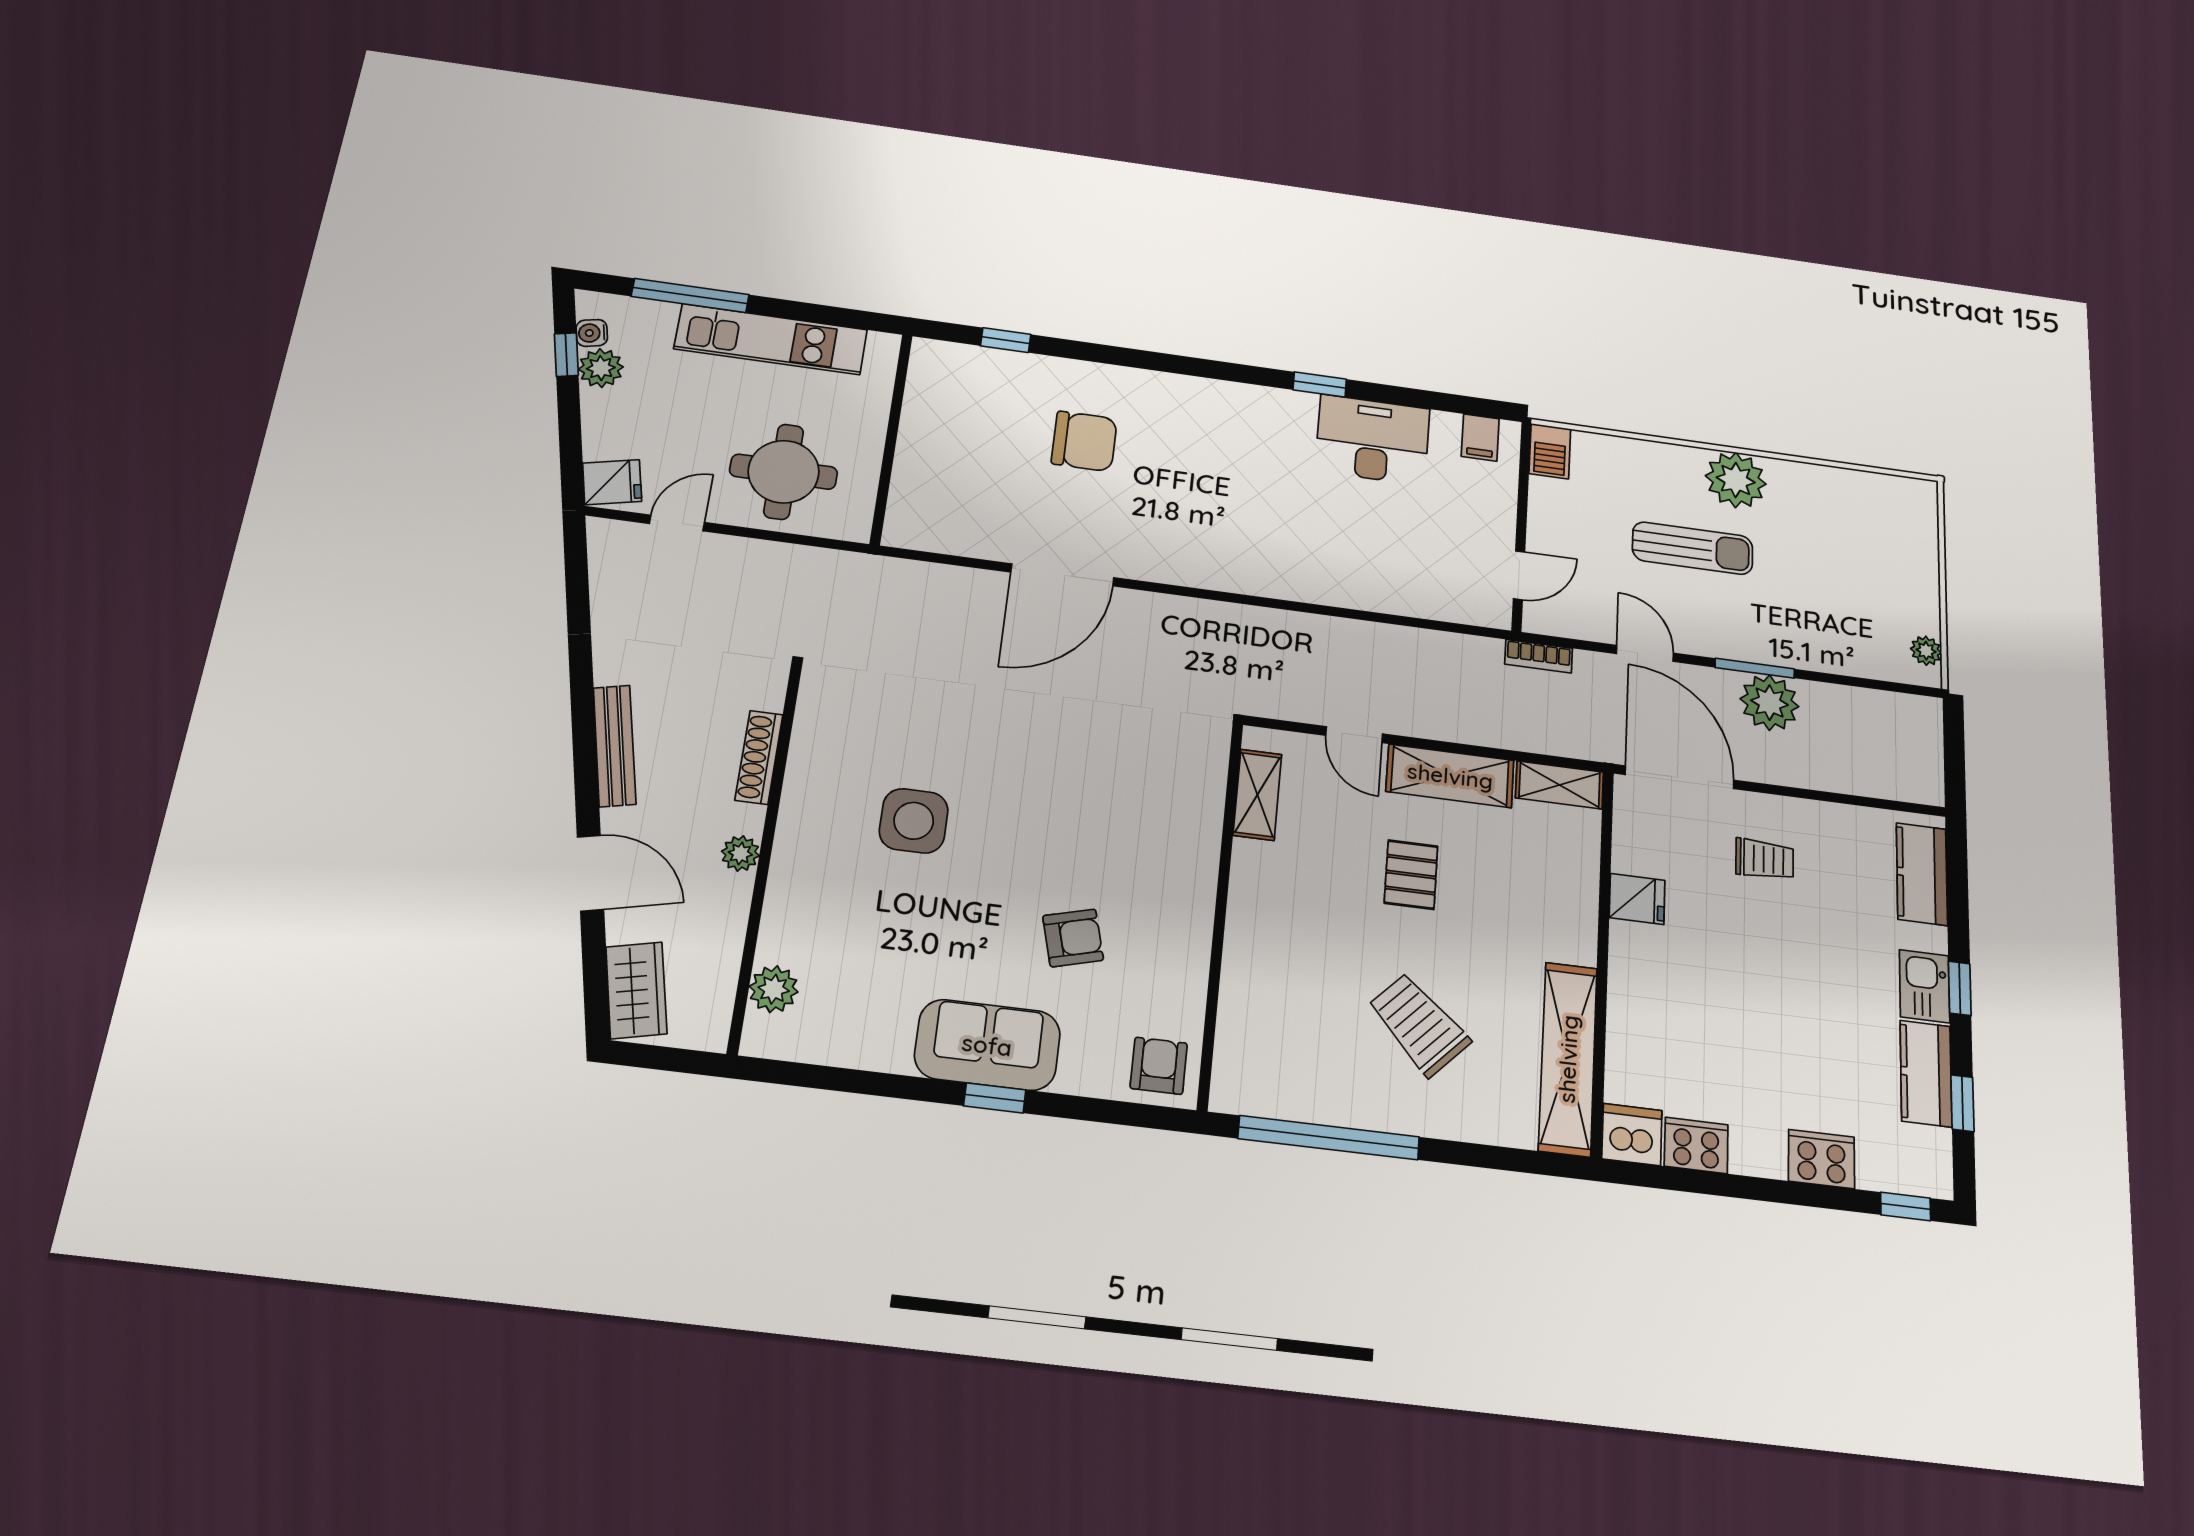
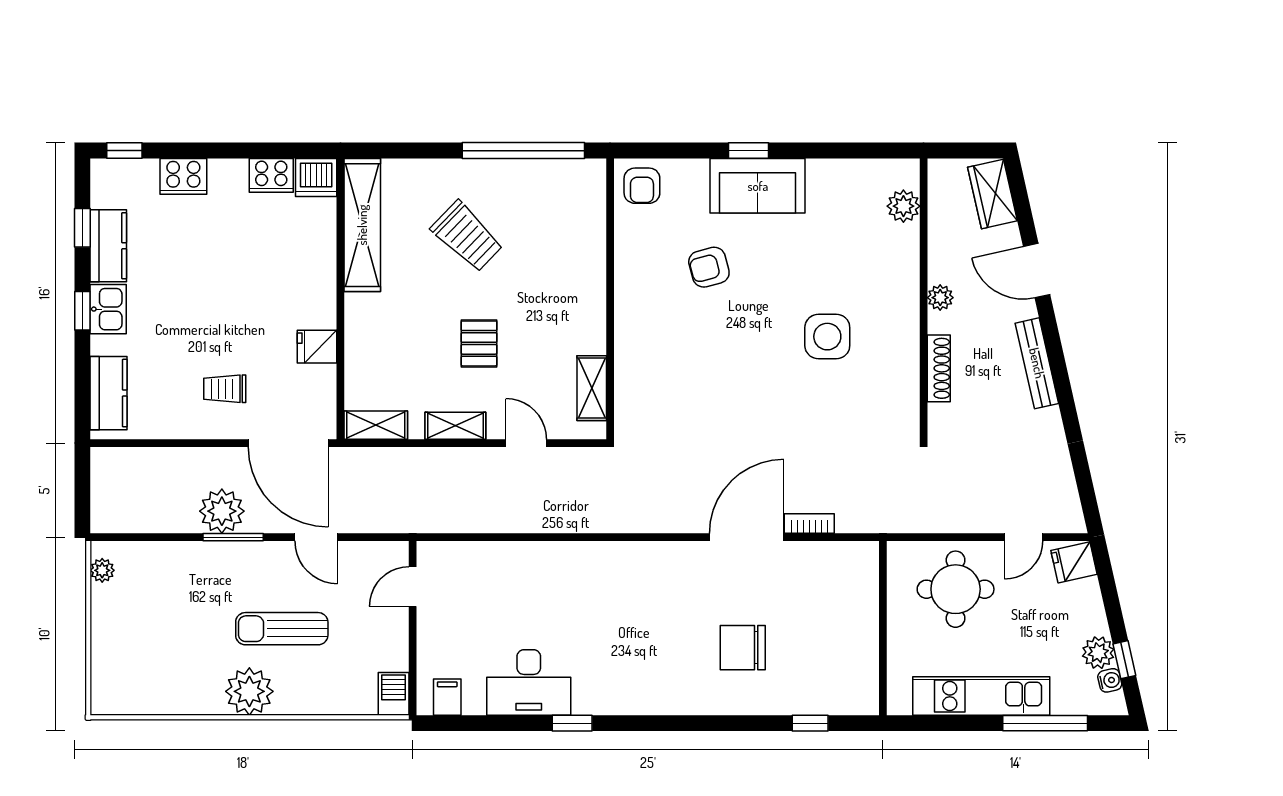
bookcase: (1539, 656) -> (809, 523), moved
shelving: (1450, 776) -> (455, 426), width x0.67, depth x0.75

